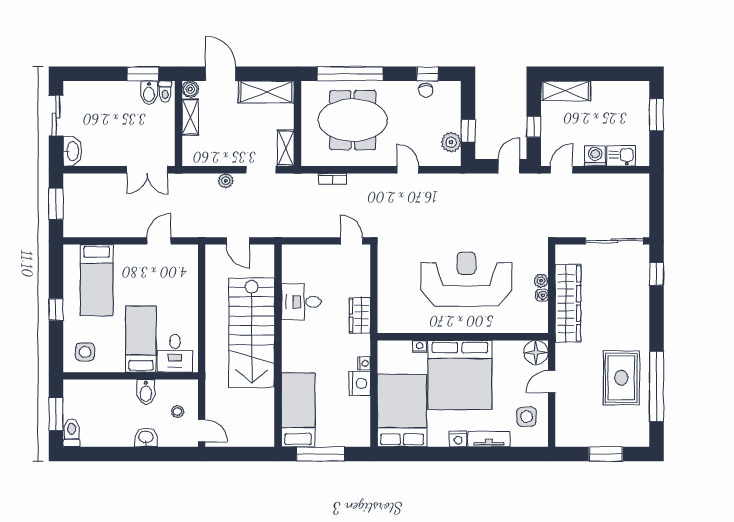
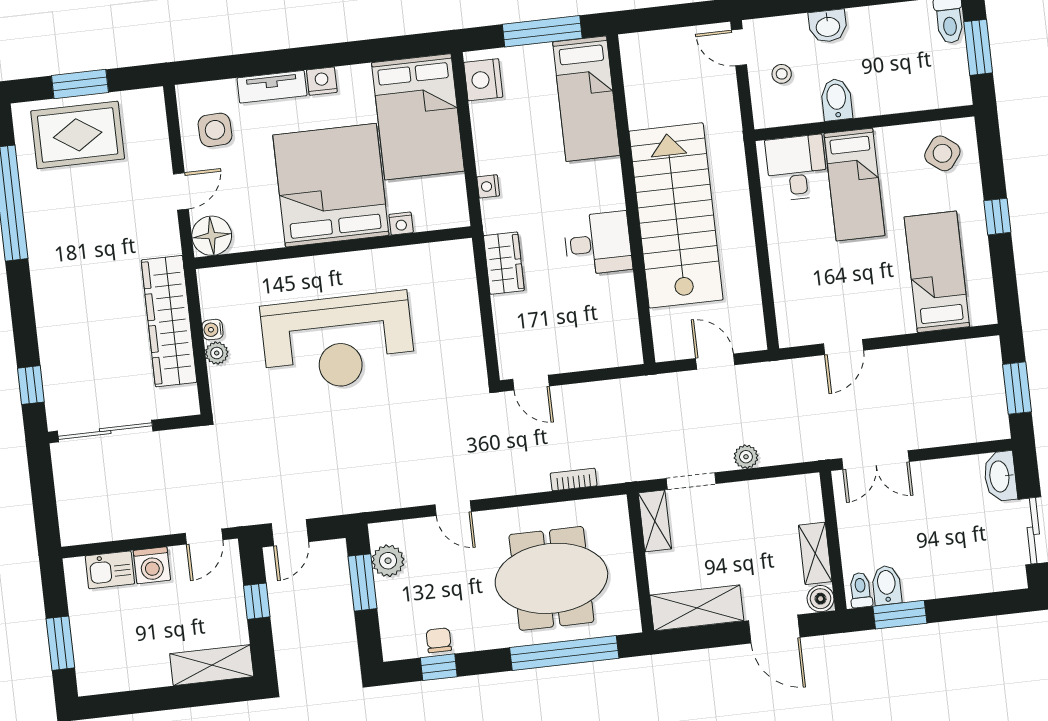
window: (468, 131) -> (363, 582), width x1.50
double door: (147, 170) -> (875, 460), swing flipped
desk: (301, 302) -> (598, 243), moved
side table: (85, 352) -> (942, 153), turned 37
rug: (621, 378) -> (78, 135), moved, turned 90
nightstand: (360, 383) -> (483, 80), moved

